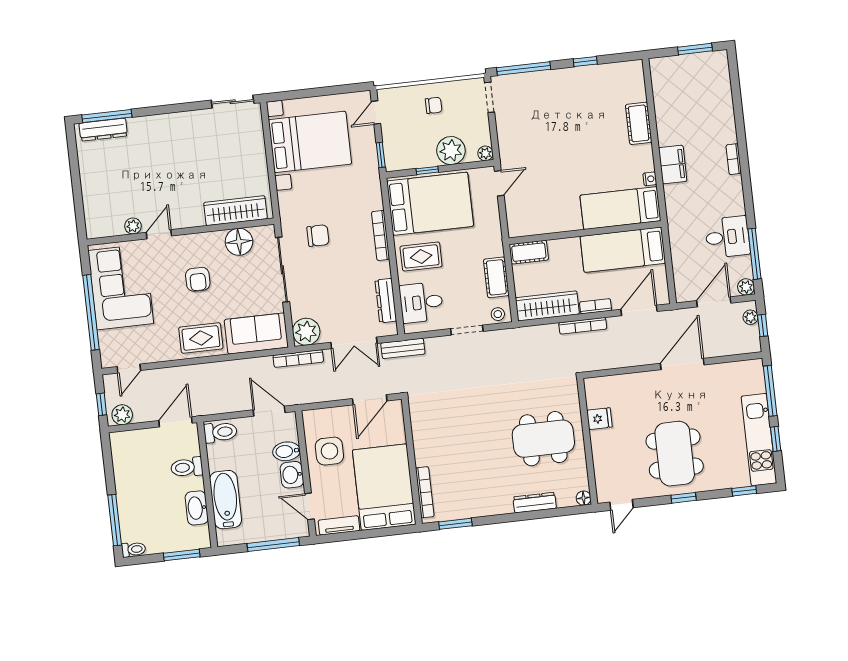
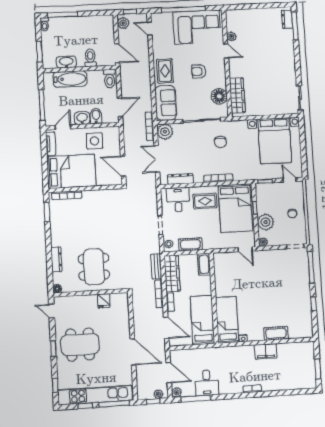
dresser: (103, 130) -> (287, 19), width x0.70
filing cabinet: (673, 165) -> (266, 351), moved
rug: (421, 256) -> (205, 201), turned 90
bench: (403, 348) -> (156, 266), moved
kitchen unit: (759, 440) -> (95, 395), width x1.36

